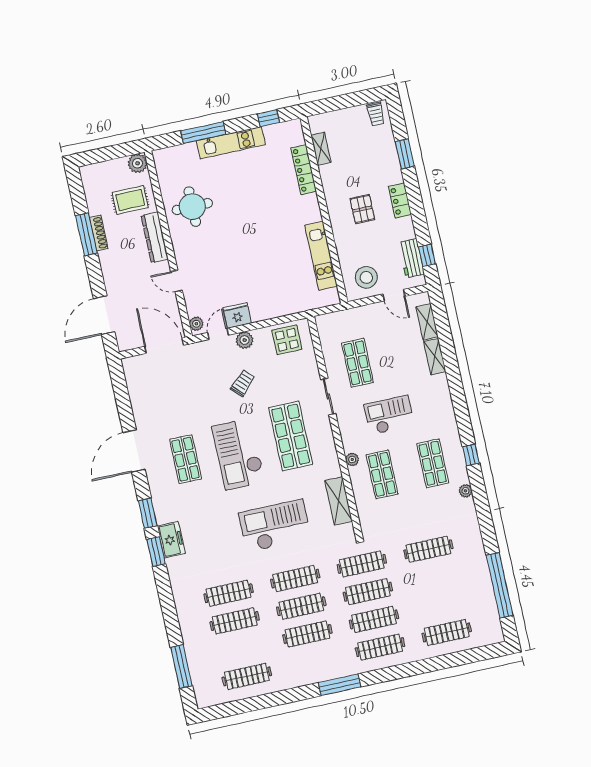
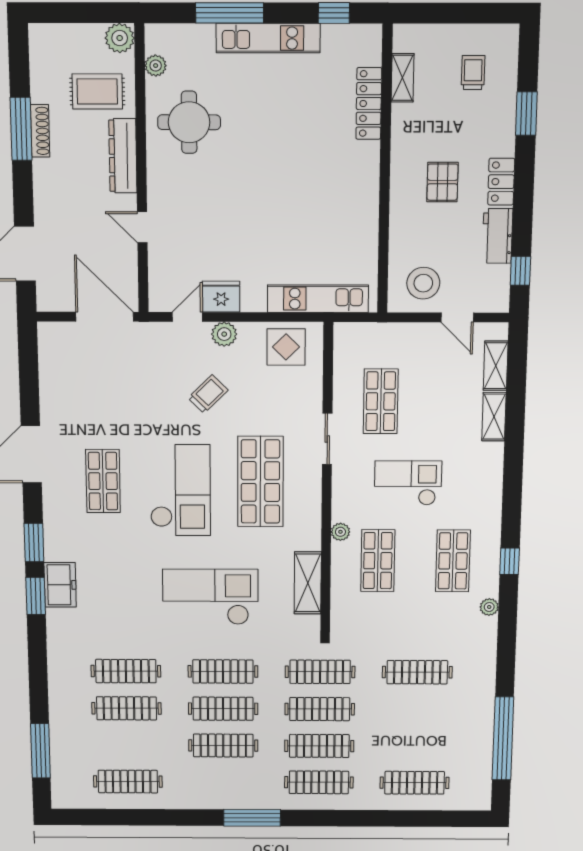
trolley: (376, 114) -> (473, 73), moved, turned 180
kitchen unit: (321, 256) -> (318, 299), moved, turned 90
workbench: (411, 258) -> (498, 236), moved
plant: (196, 324) -> (156, 66), moved
checkout: (238, 454) -> (180, 490), turned 180

